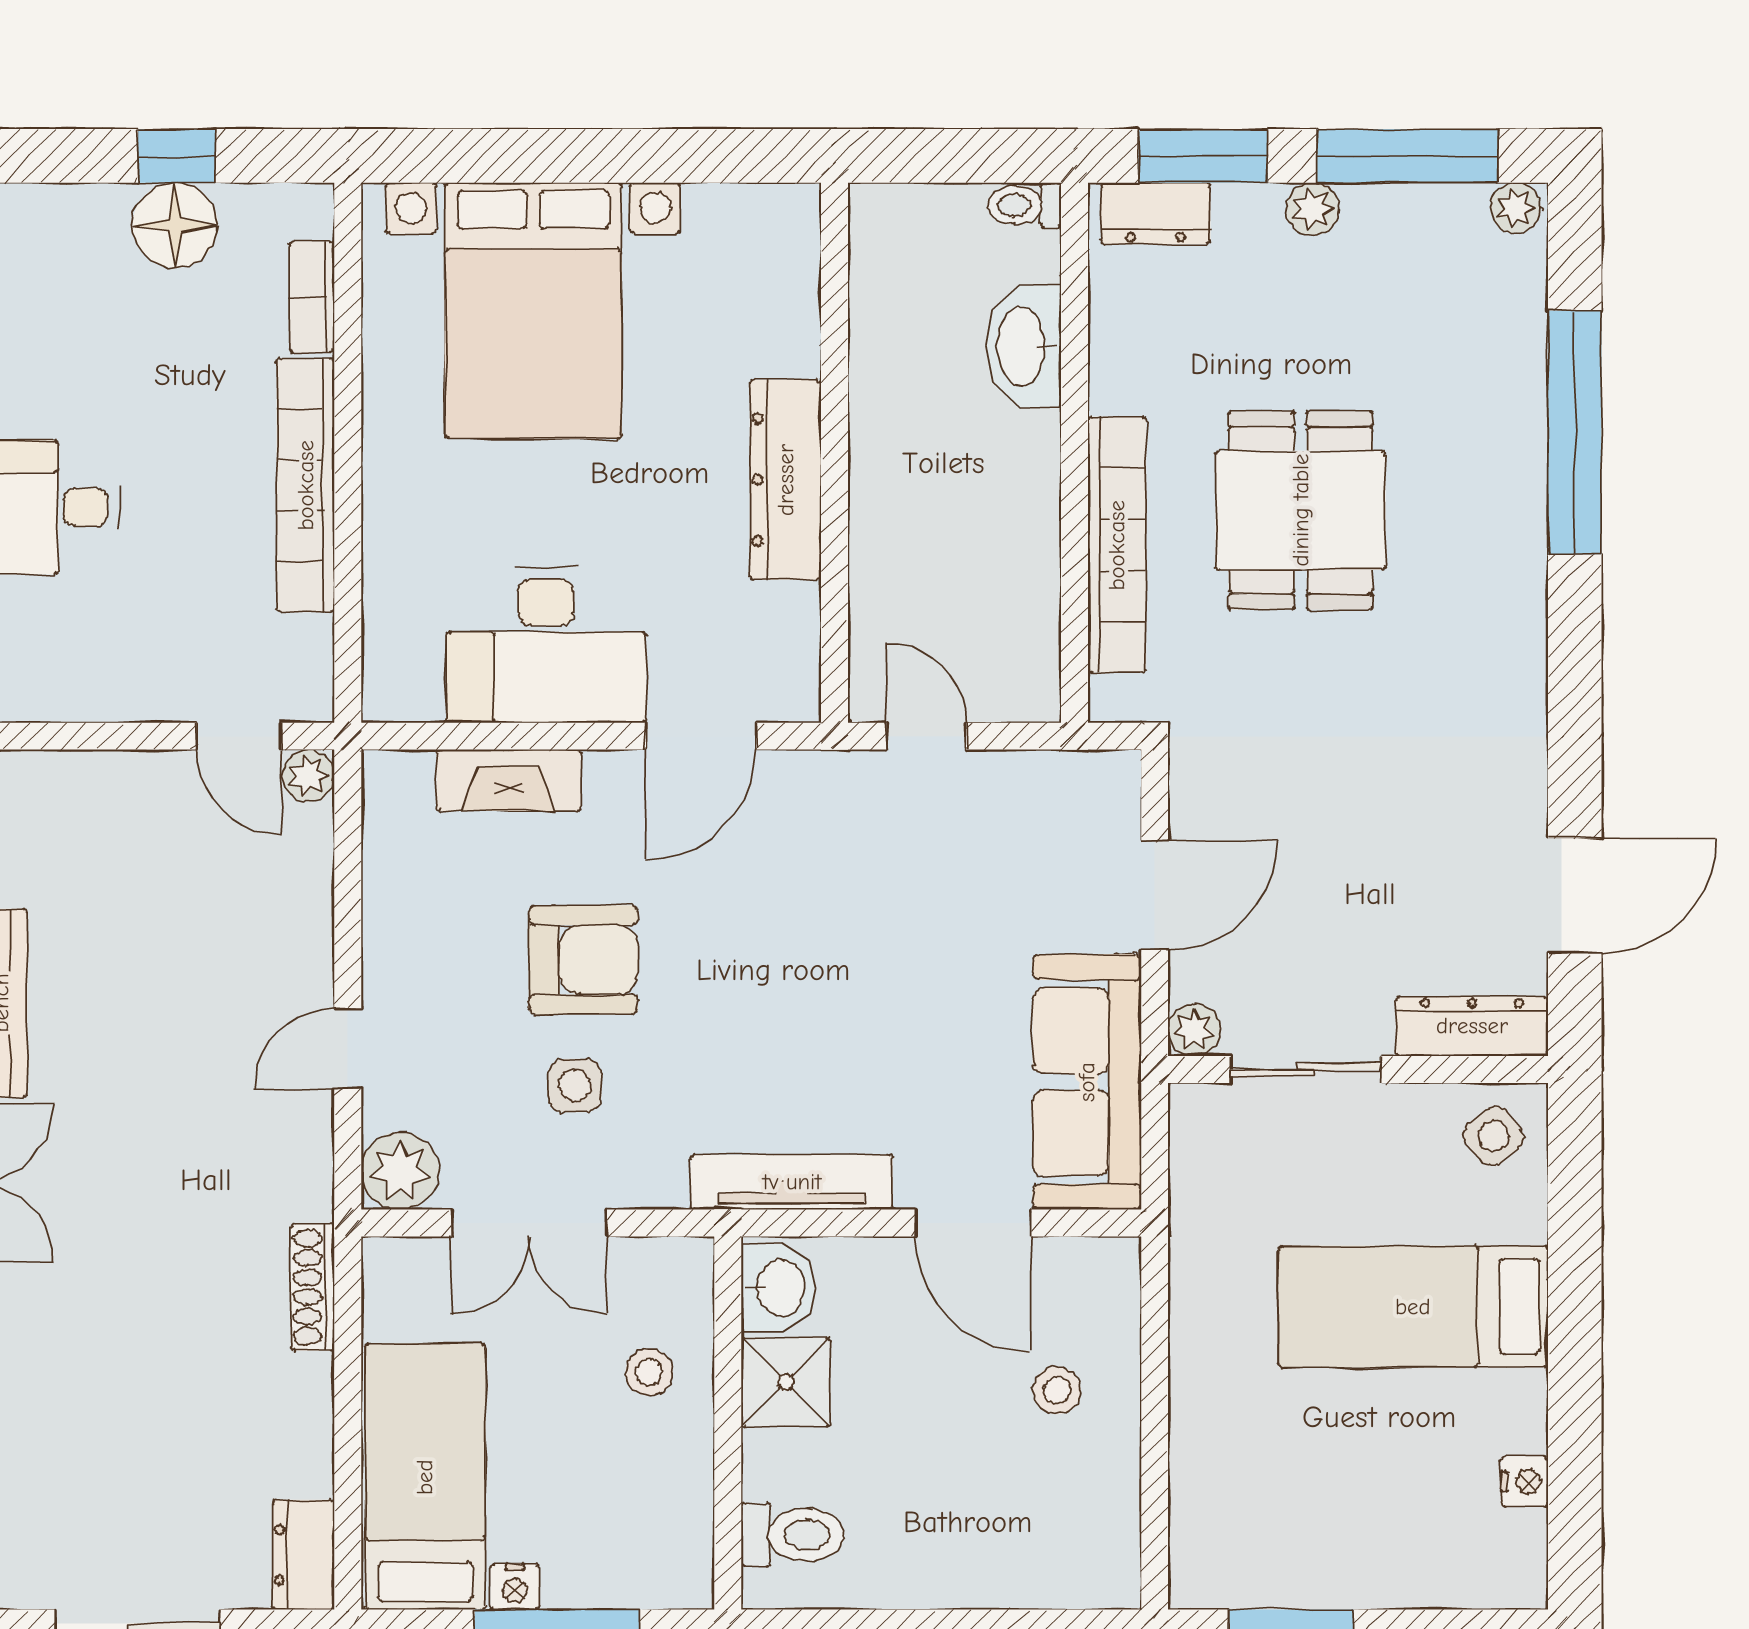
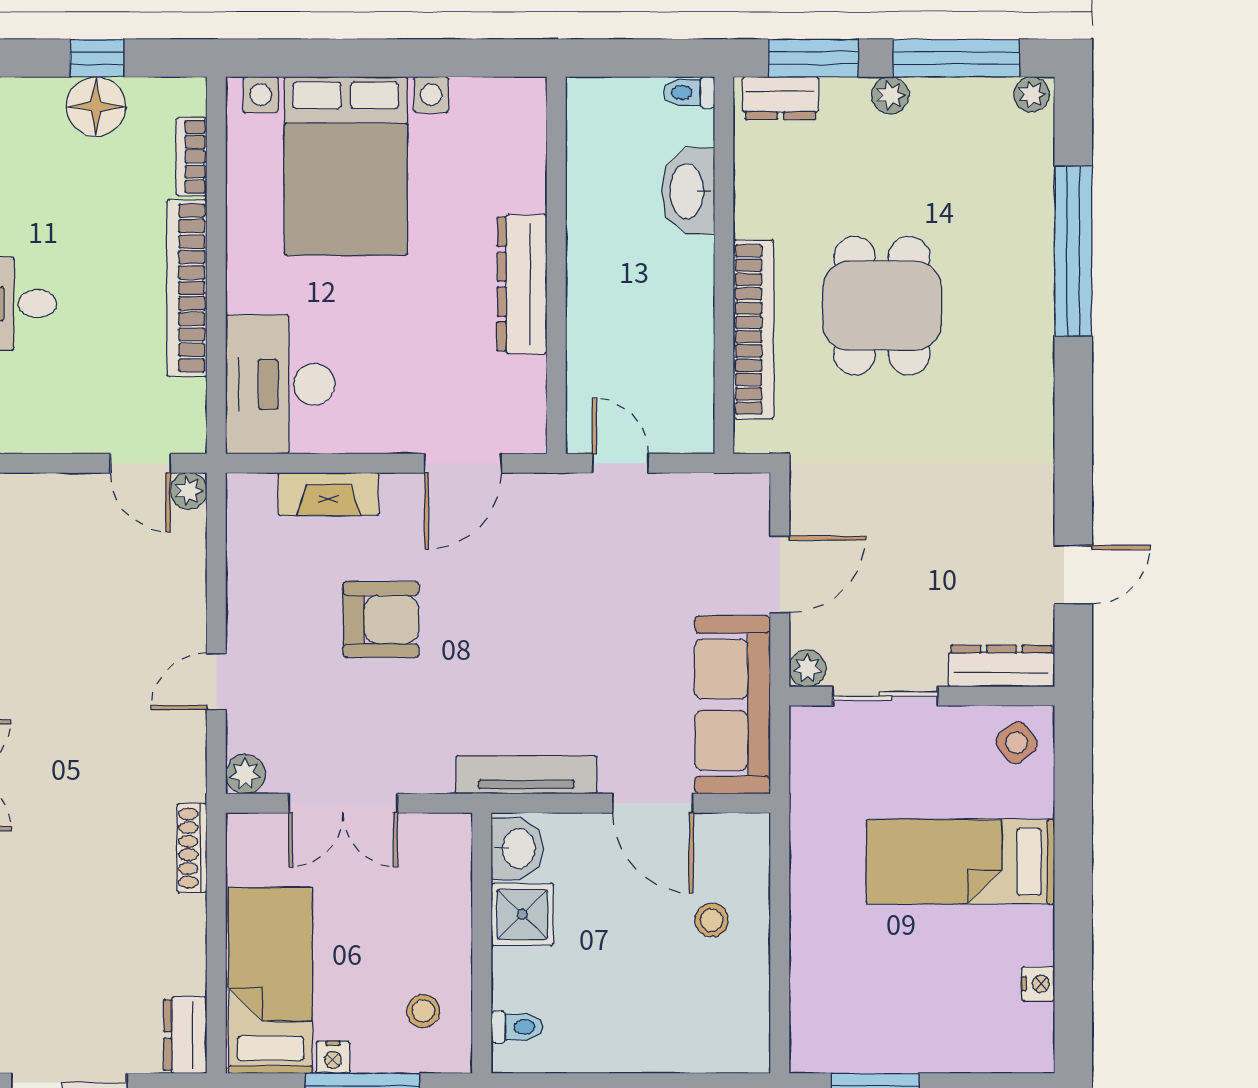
desk: (546, 644) -> (280, 384), moved, turned 90
door: (1575, 896) -> (1073, 575), width x0.73
side table: (575, 1085) -> (375, 707), removed
plant: (400, 1171) -> (245, 774), width x0.73, depth x0.73
stool: (649, 1372) -> (423, 1011), moved
toilet: (793, 1535) -> (517, 1027), width x0.73, depth x0.72

